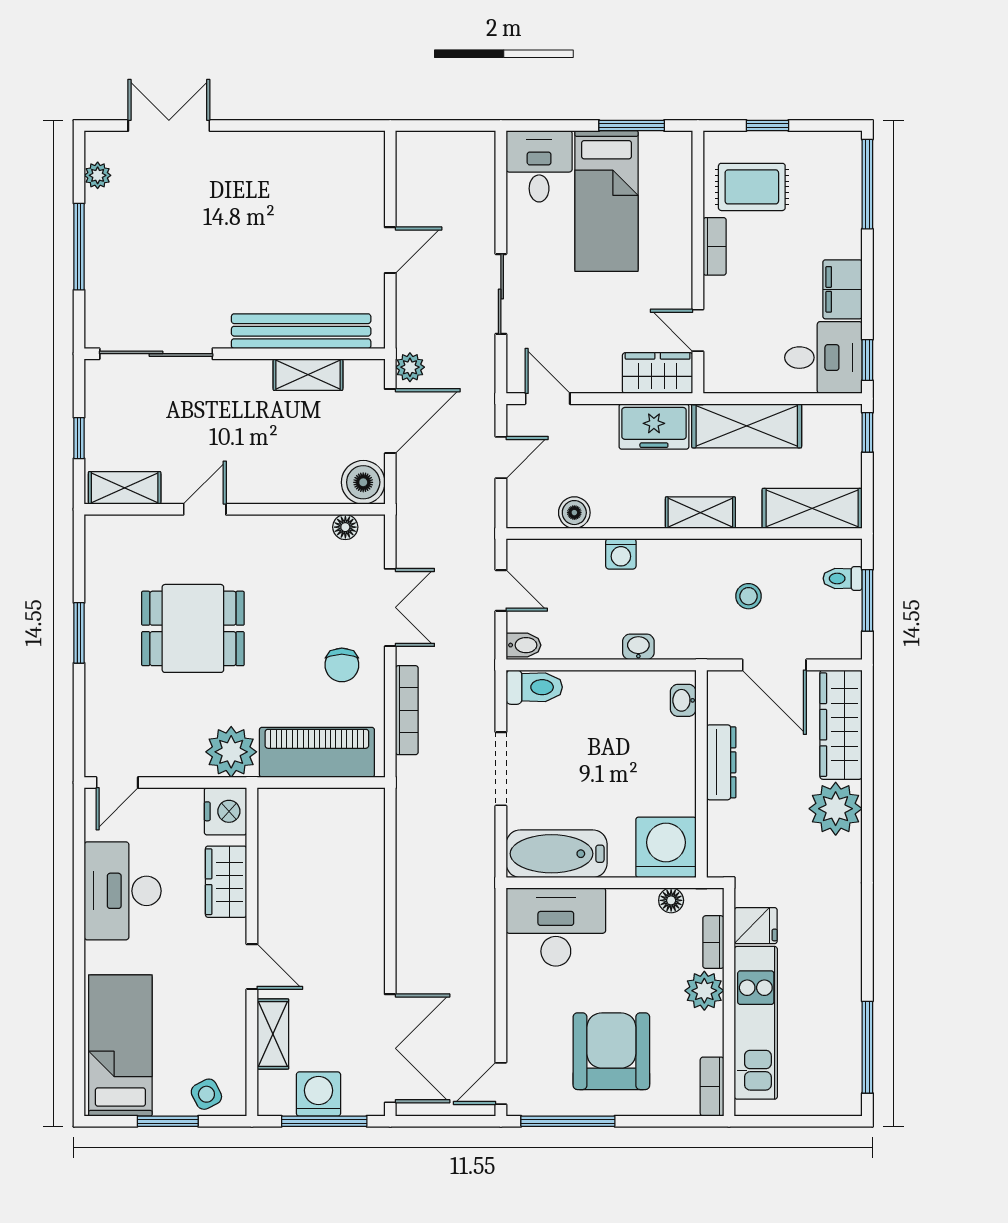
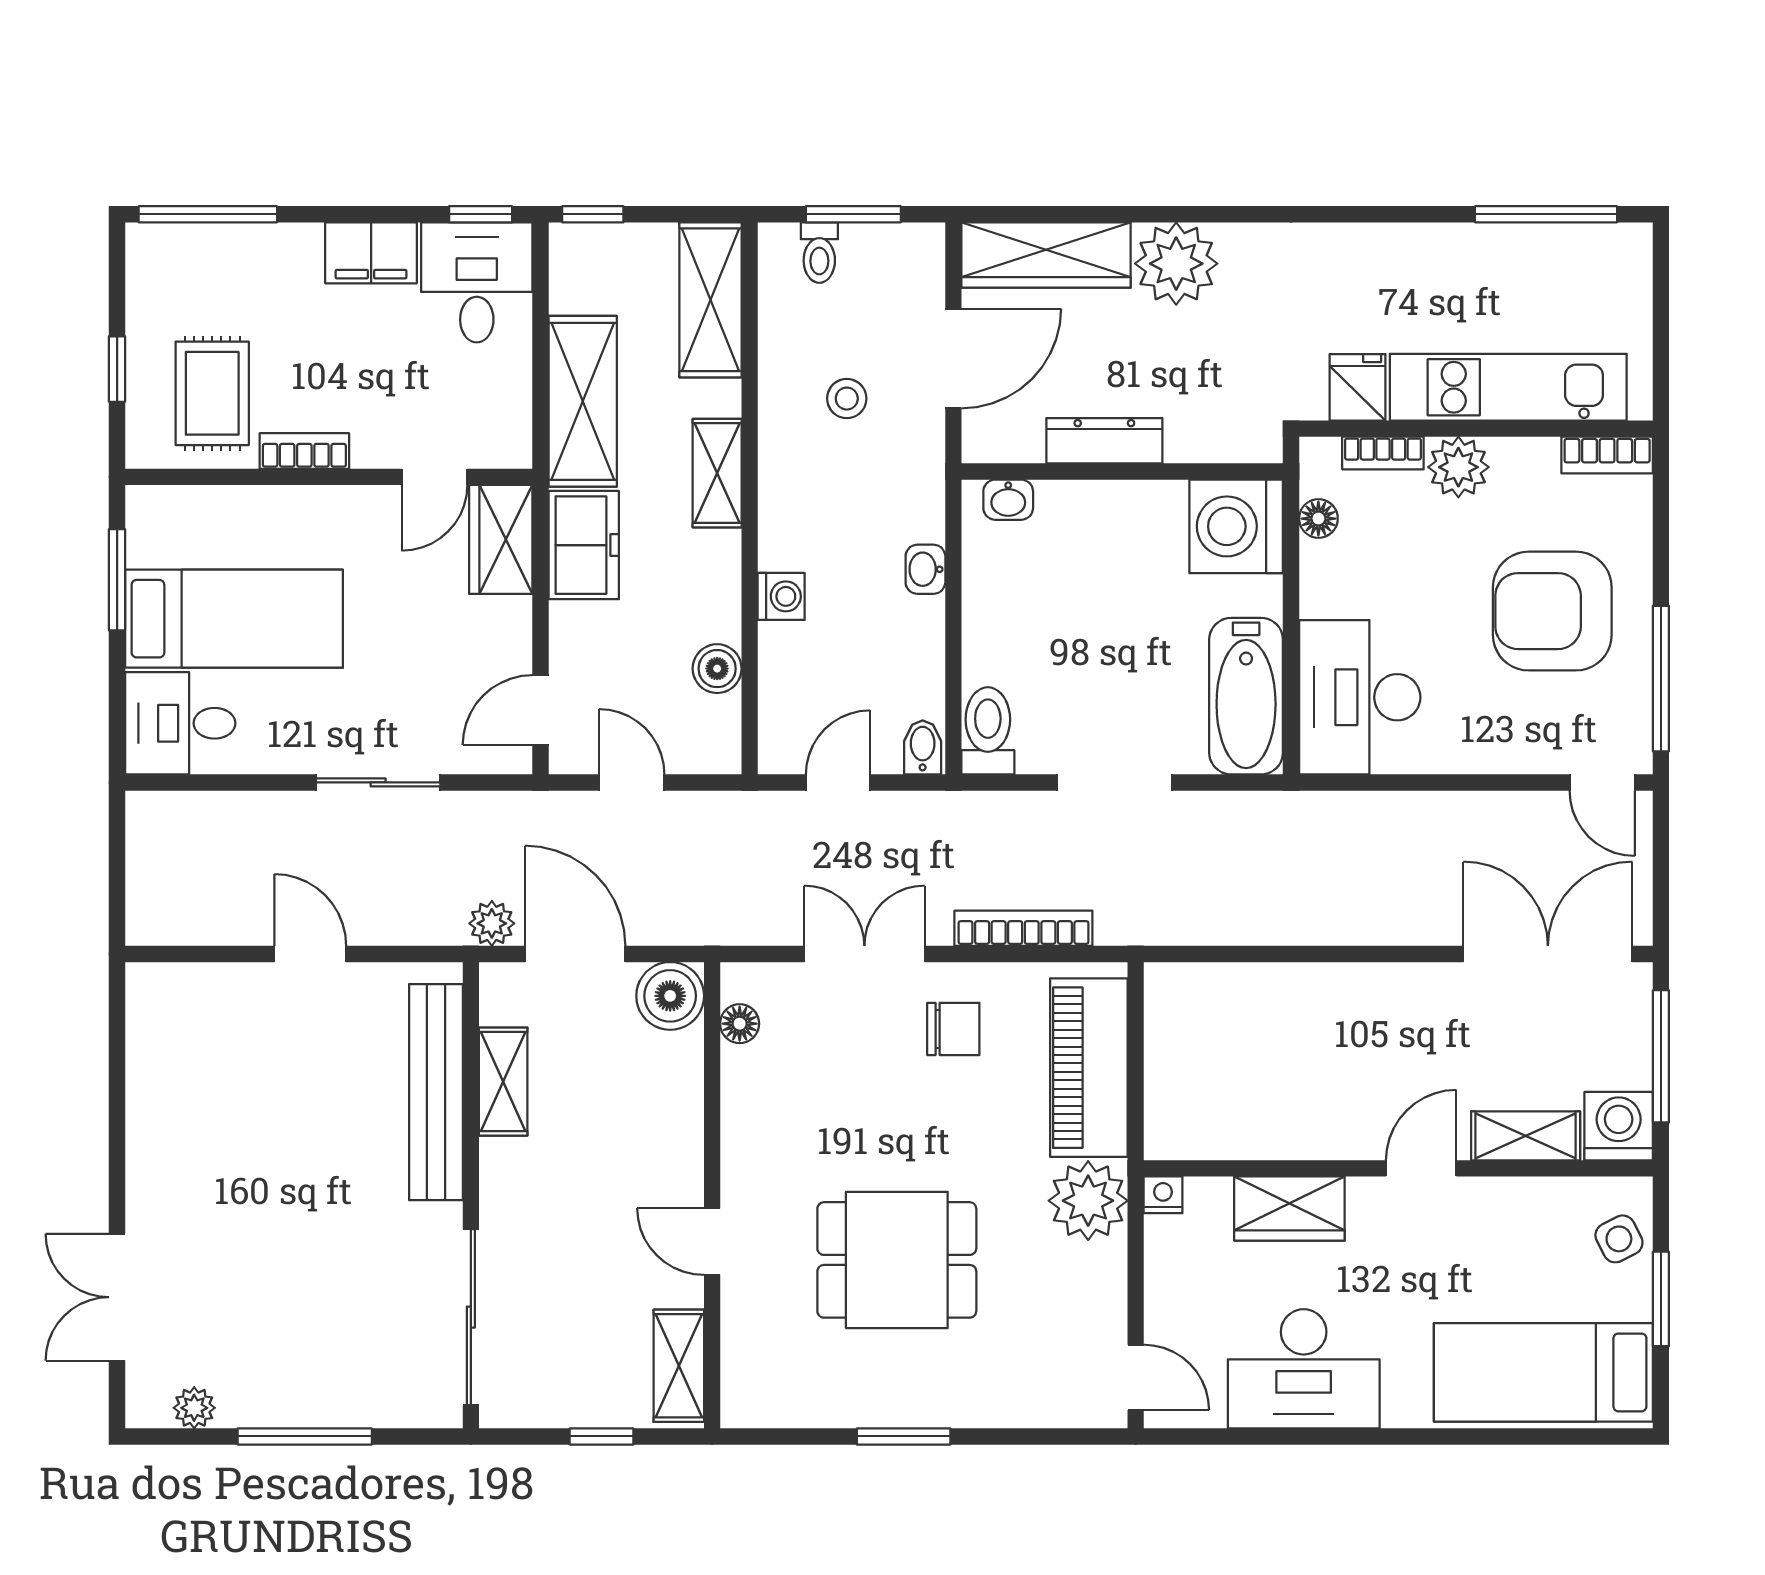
dining table: (193, 628) -> (897, 1260), turned 90
nightstand: (226, 811) -> (1163, 1195), width x0.53, depth x0.56
washing machine: (318, 1094) -> (1619, 1126), moved, turned 90

